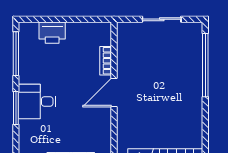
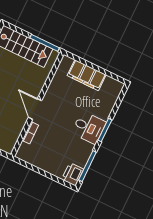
printer: (52, 33) -> (73, 174), moved, turned -90
door: (114, 93) -> (35, 109), swing flipped

